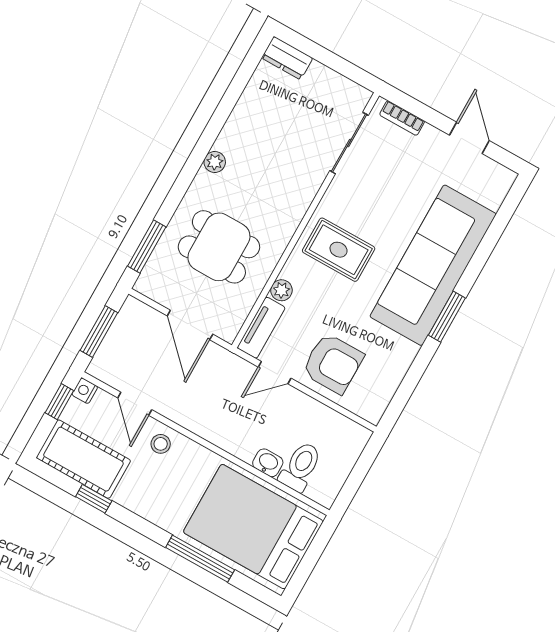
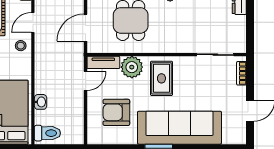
plant: (281, 290) -> (132, 67), width x1.88, depth x1.88
armchair: (333, 363) -> (116, 112), moved, turned 90
door: (275, 373) -> (85, 81), swing flipped
toilet: (300, 467) -> (47, 133), moved

